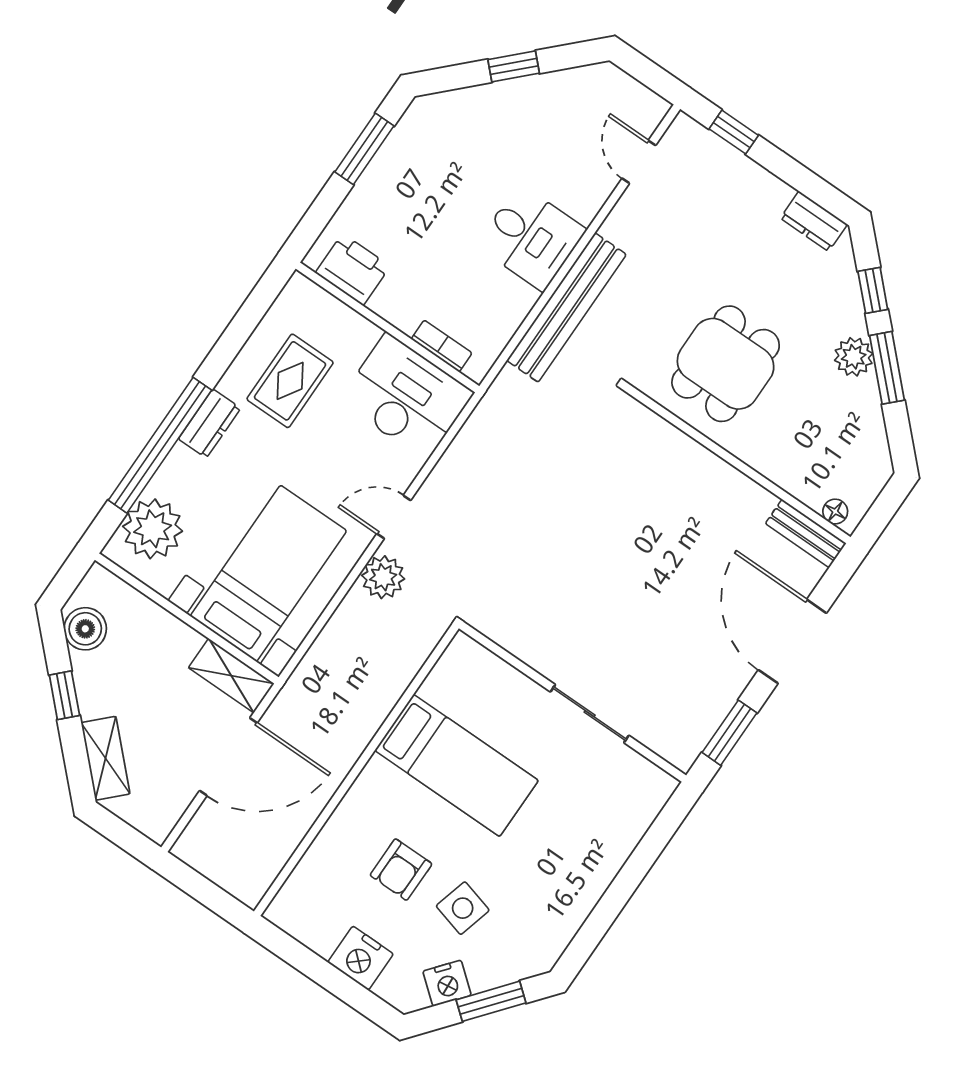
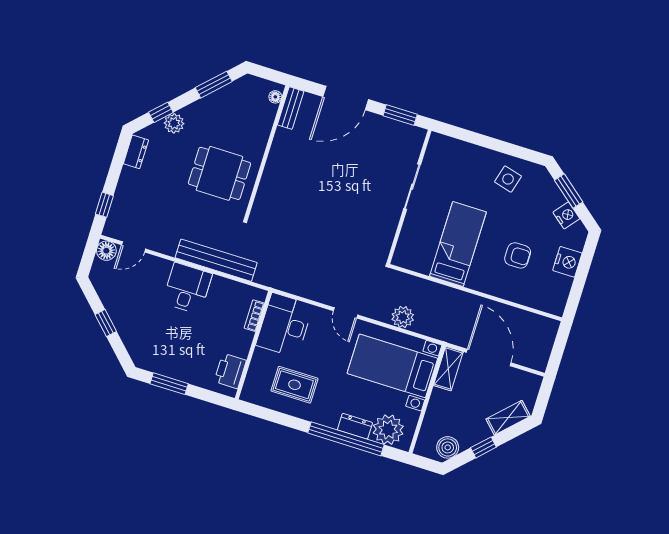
floor lamp: (647, 109) -> (106, 251), added
plant: (854, 357) -> (174, 123), moved
window: (887, 368) -> (214, 85), moved
dresser: (210, 424) -> (355, 426), moved
plant: (383, 577) -> (403, 317), moved
side table: (463, 908) -> (508, 179), moved

